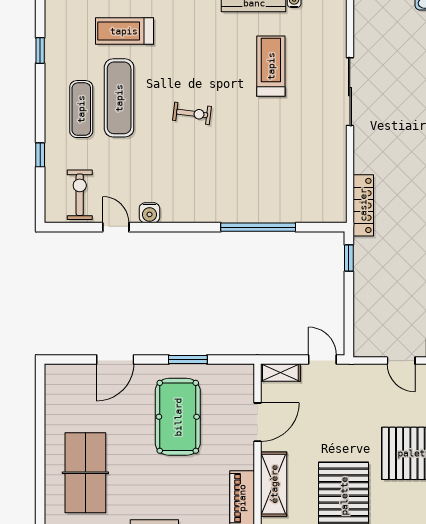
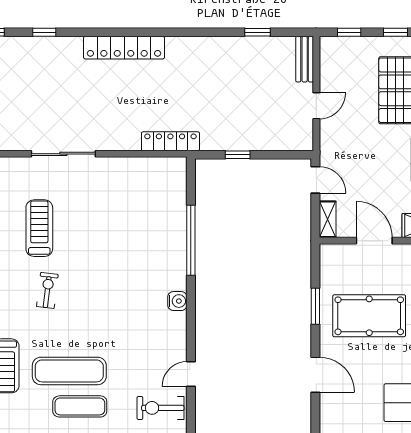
treadmill: (271, 66) -> (39, 228), turned 90
exercise bike: (192, 113) -> (47, 290), moved
water cooler: (149, 213) -> (177, 301), moved
window: (349, 258) -> (238, 155), moved
door: (322, 360) -> (315, 180), swing flipped

